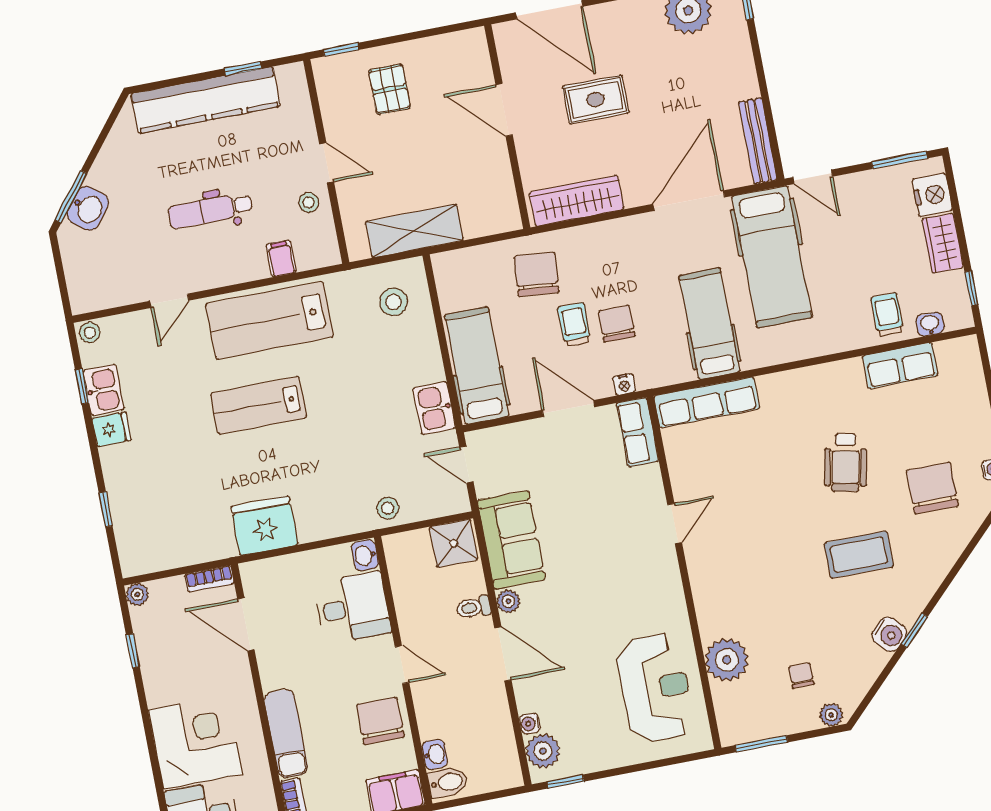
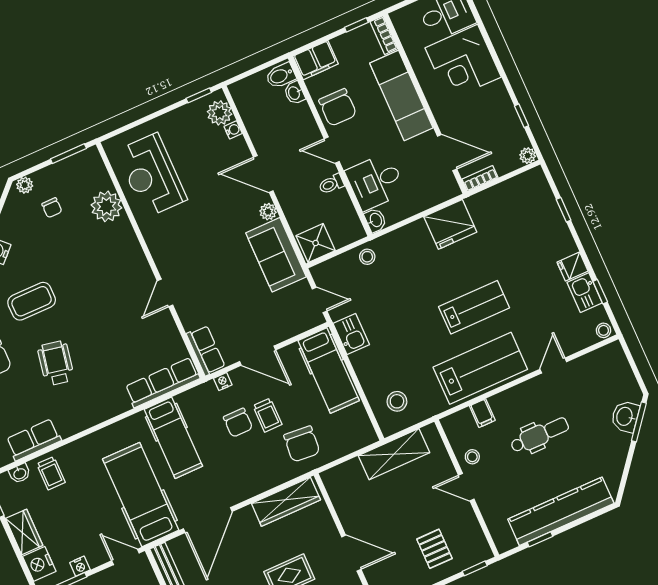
nightstand: (877, 179) -> (80, 566), added
toilet: (474, 607) -> (331, 184), moved, turned 180
exam couch: (286, 733) -> (401, 96), width x1.36, depth x1.45

